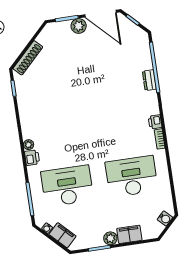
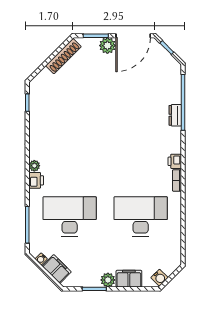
door: (101, 14) -> (133, 36), hinge flipped
shoe rack: (28, 58) -> (63, 56), moved
water cooler: (165, 218) -> (160, 278), moved

